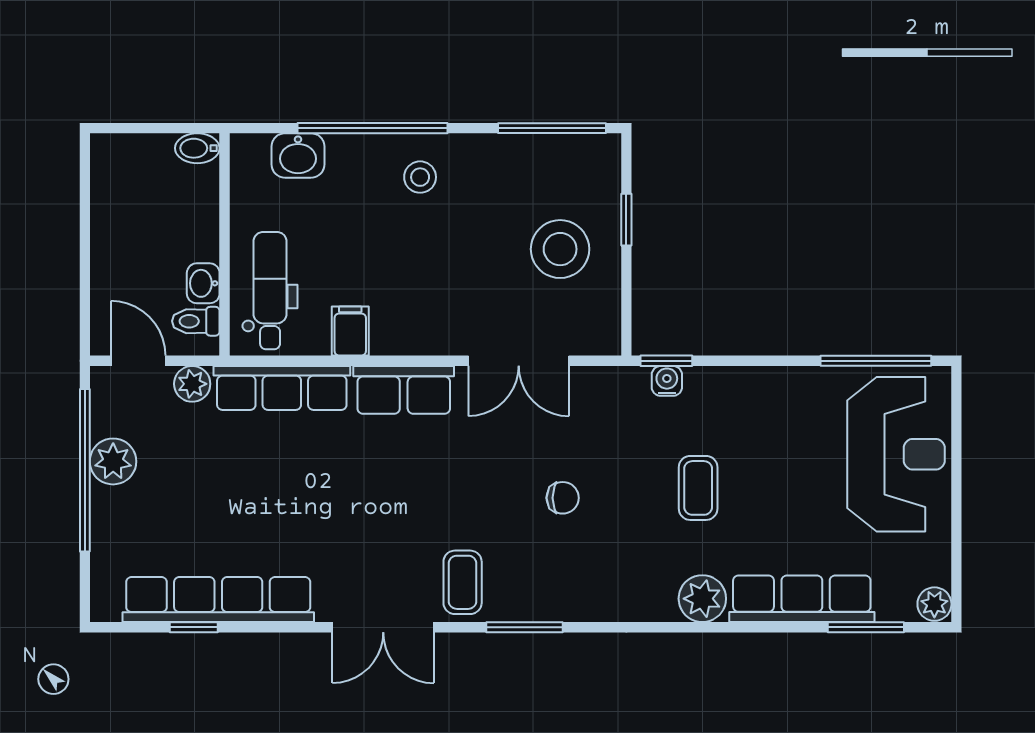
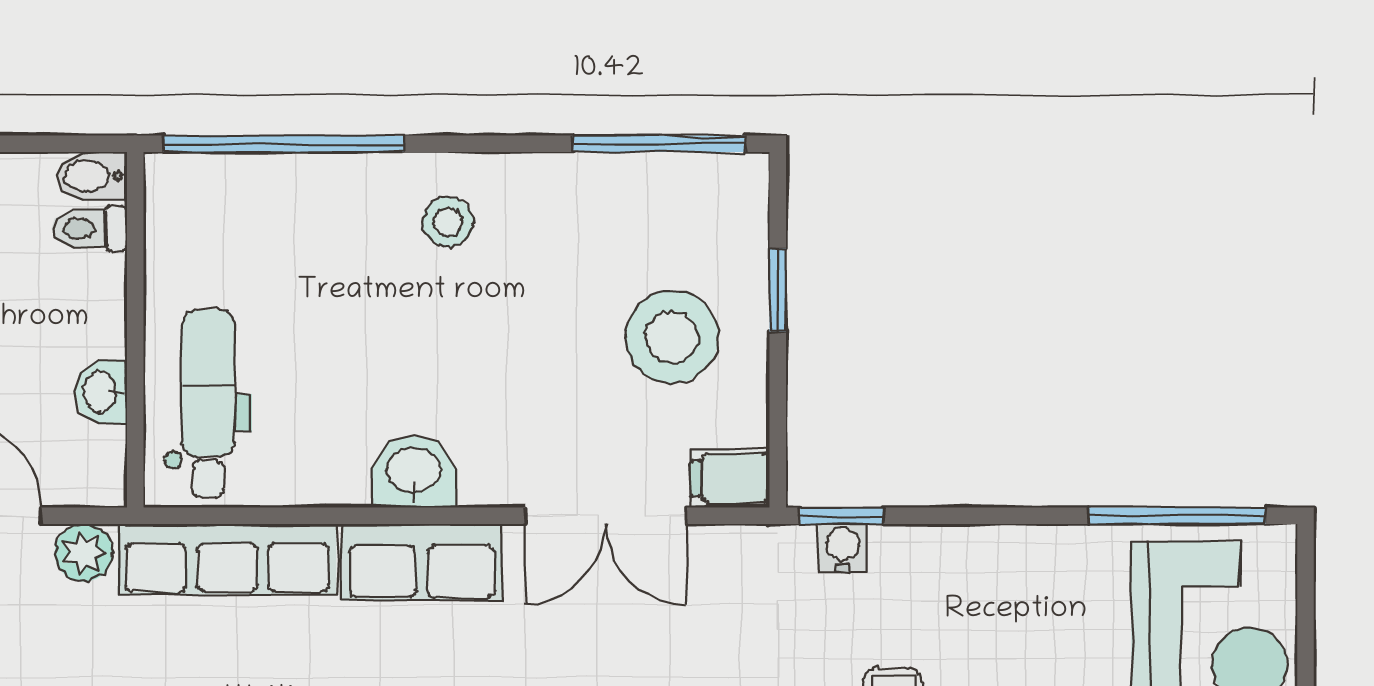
window: (372, 128) -> (284, 144), moved
washbasin: (298, 155) -> (413, 472), moved, turned 180
toilet: (196, 321) -> (89, 229), moved
filing cabinet: (350, 331) -> (730, 478), moved, turned -90

